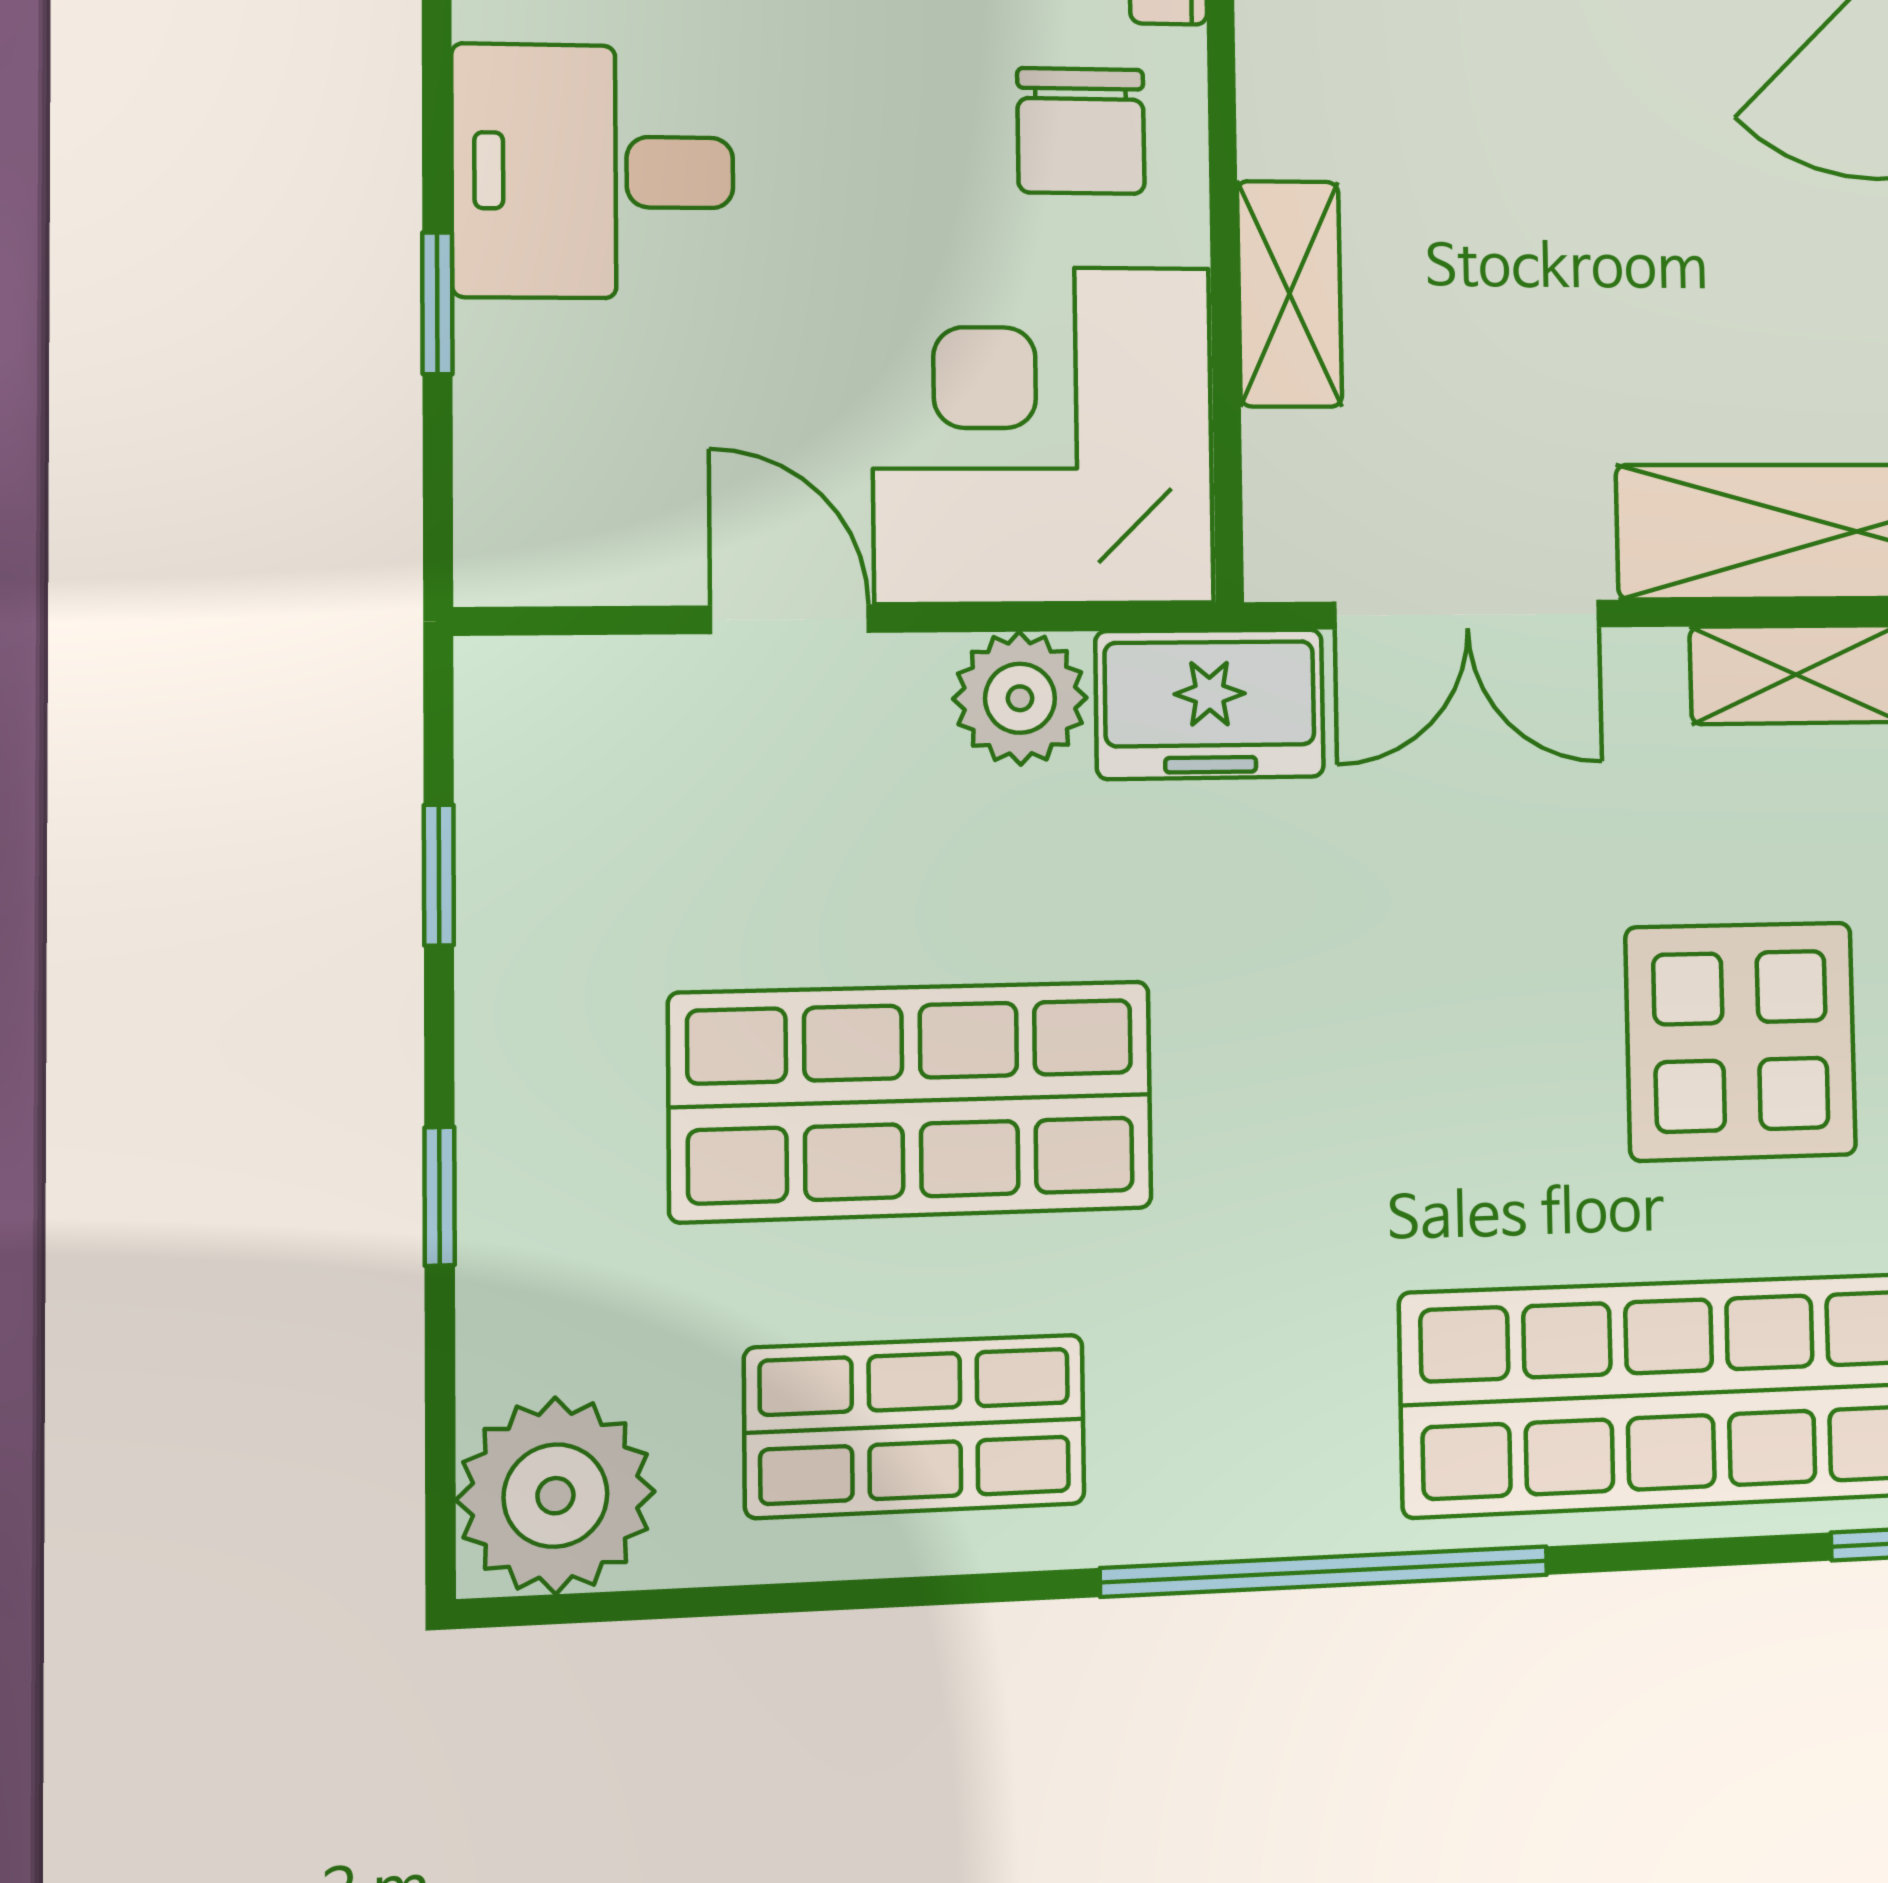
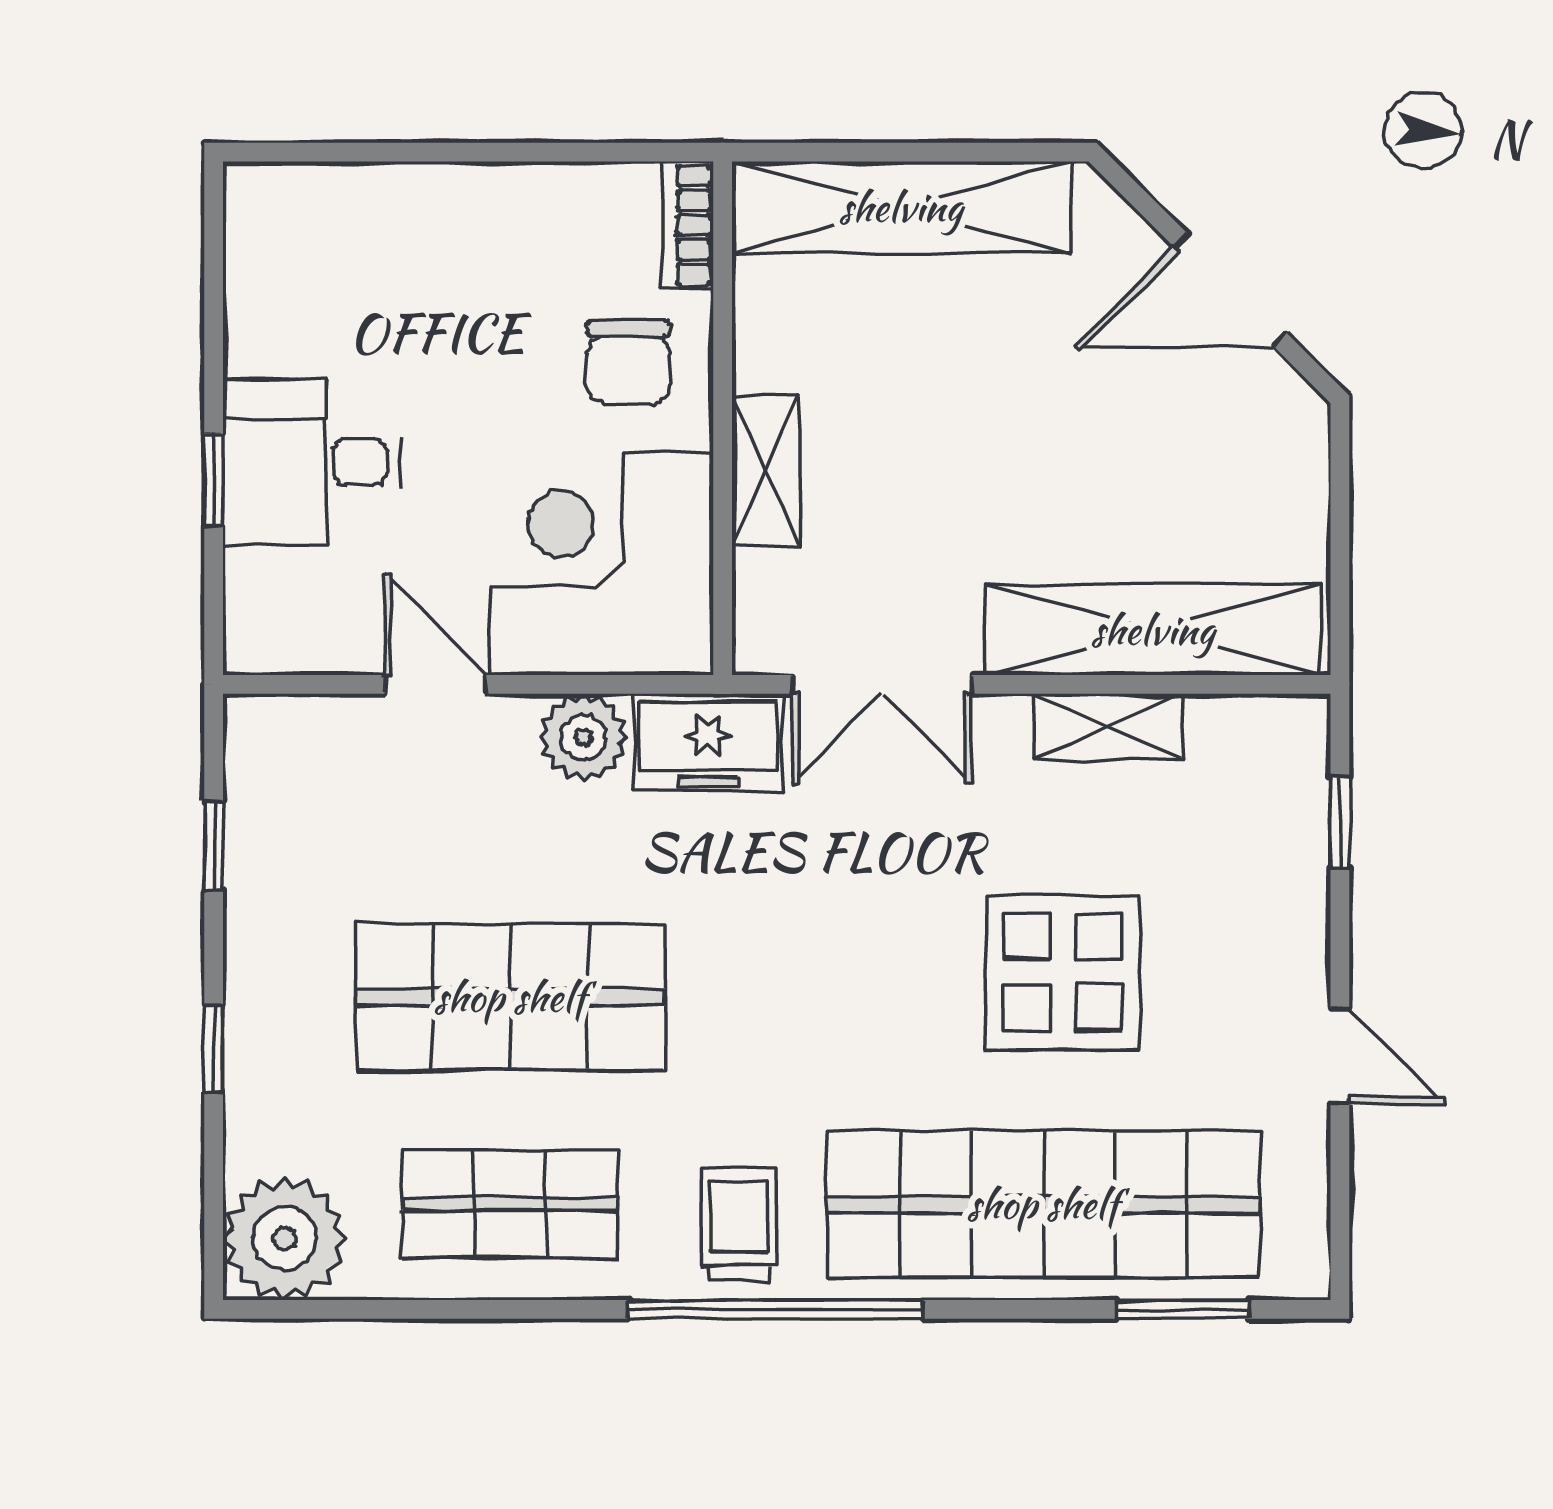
desk: (593, 172) -> (312, 462), moved
trolley: (1268, 1443) -> (739, 1225), added

